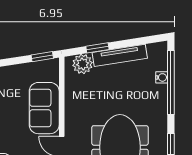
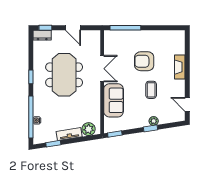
window: (97, 48) -> (53, 144), moved
tv unit: (120, 55) -> (69, 134), width x0.71

